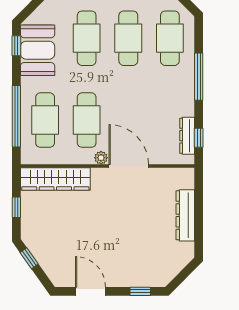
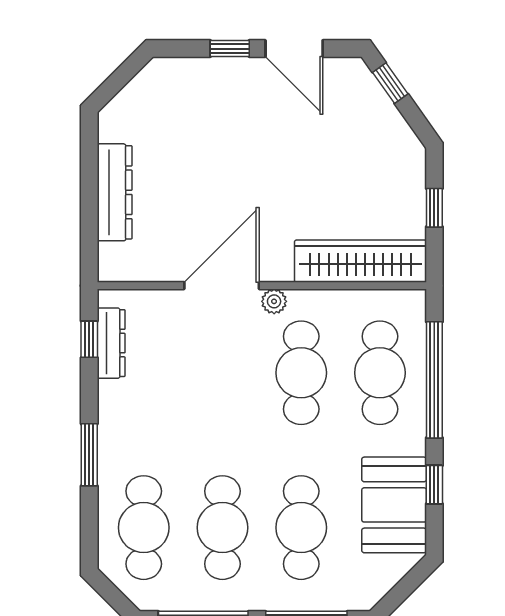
window: (16, 46) -> (434, 485), moved
window: (199, 77) -> (89, 455), width x0.69
door: (129, 166) -> (222, 286), swing flipped
window: (29, 258) -> (390, 83), moved
window: (140, 291) -> (230, 49), moved

